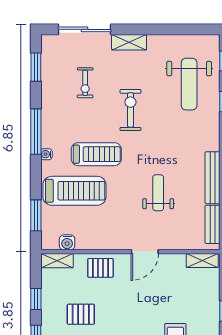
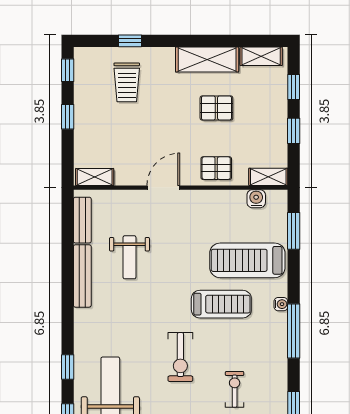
treadmill: (96, 154) -> (221, 304), turned 180
weight bench: (158, 193) -> (129, 257), moved
pallet: (81, 314) -> (216, 108), moved

